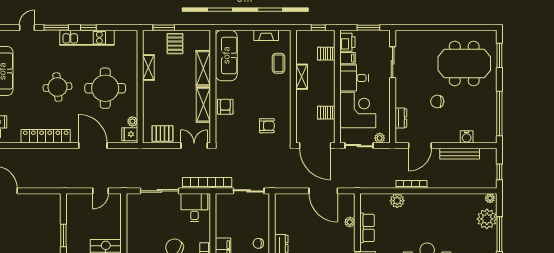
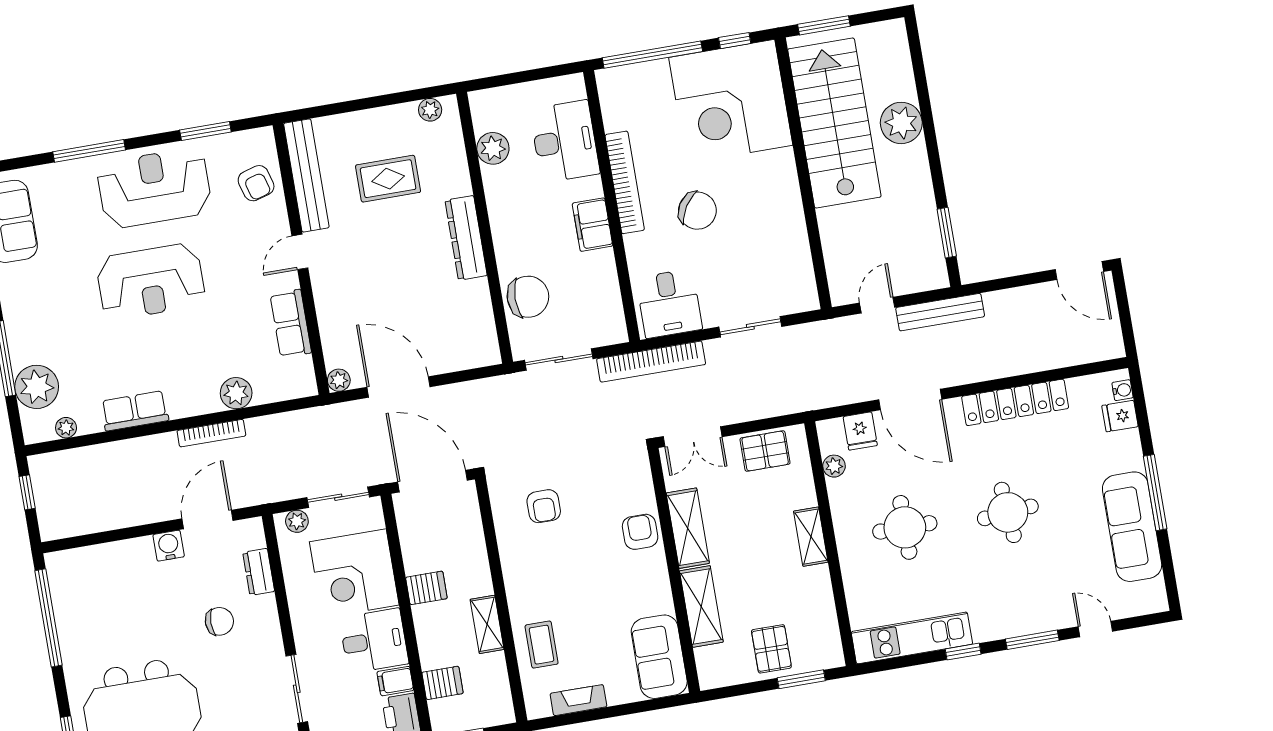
door: (27, 28) -> (1095, 629), swing flipped
kitchen unit: (87, 38) -> (912, 638), moved
sofa: (226, 55) -> (659, 657), width x0.73
shelving: (148, 68) -> (811, 537), moved
round table: (105, 88) -> (905, 527), width x0.73, depth x0.73
chair: (437, 102) -> (219, 621), moved
armchair: (225, 107) -> (640, 532), turned 180
server rack: (326, 113) -> (426, 588), moved
armchair: (267, 126) -> (544, 506), turned -90
fridge: (130, 134) -> (860, 431), moved, turned 90
water cooler: (467, 137) -> (169, 546), moved
bench: (460, 154) -> (940, 312), moved
sliding door: (160, 191) -> (750, 327), width x0.73
plant: (490, 198) -> (66, 428), moved
row of seats: (444, 200) -> (135, 411), added
plant: (350, 222) -> (339, 380), moved
window: (63, 235) -> (947, 233), moved
chair: (258, 243) -> (528, 297), moved, width x1.87, depth x1.87

